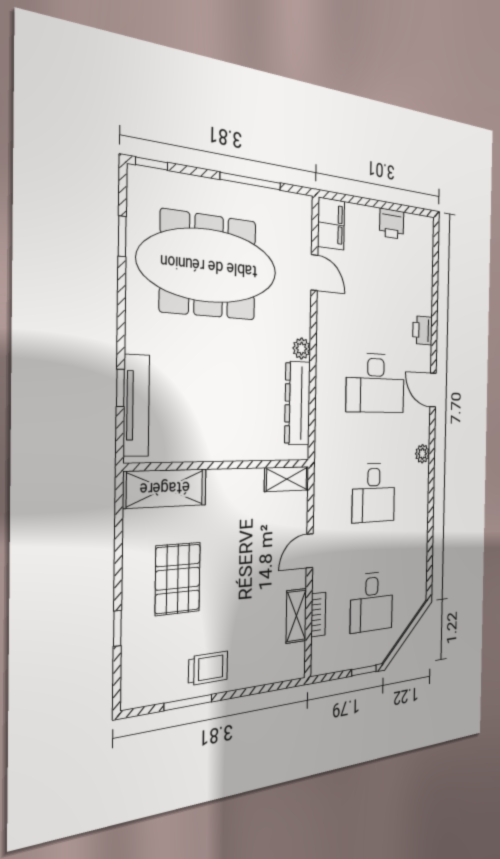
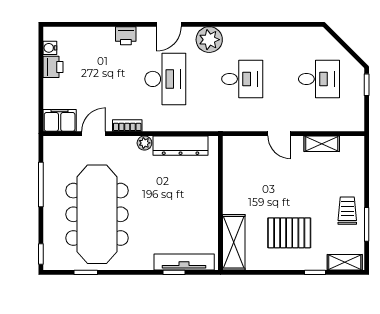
water cooler: (412, 223) -> (50, 48), added
plant: (422, 454) -> (209, 40), width x1.88, depth x1.88
shelving: (287, 479) -> (345, 262), moved, turned 90
bookcase: (318, 614) -> (127, 125), moved

